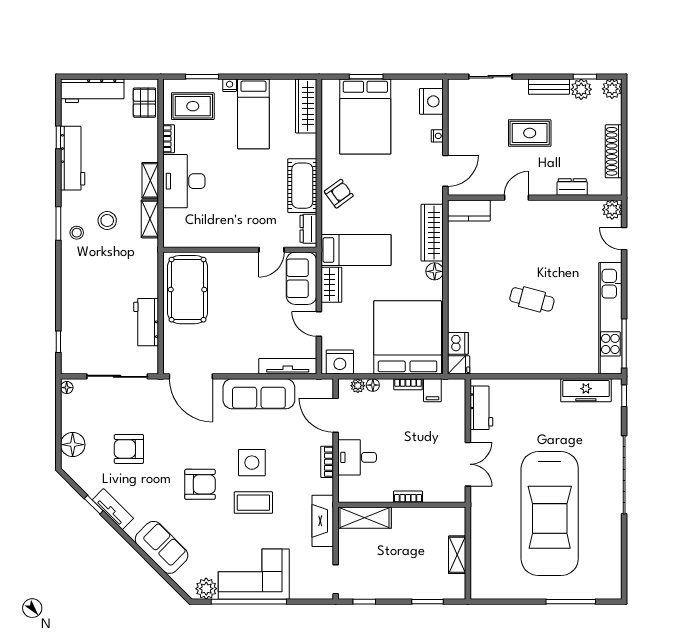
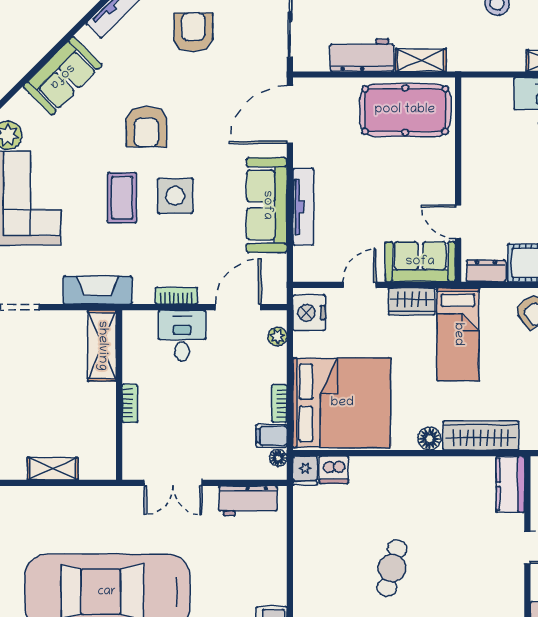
shelving: (150, 219) -> (421, 60), moved
tv unit: (288, 366) -> (303, 207), moved
floor lamp: (373, 385) -> (278, 458), moved

